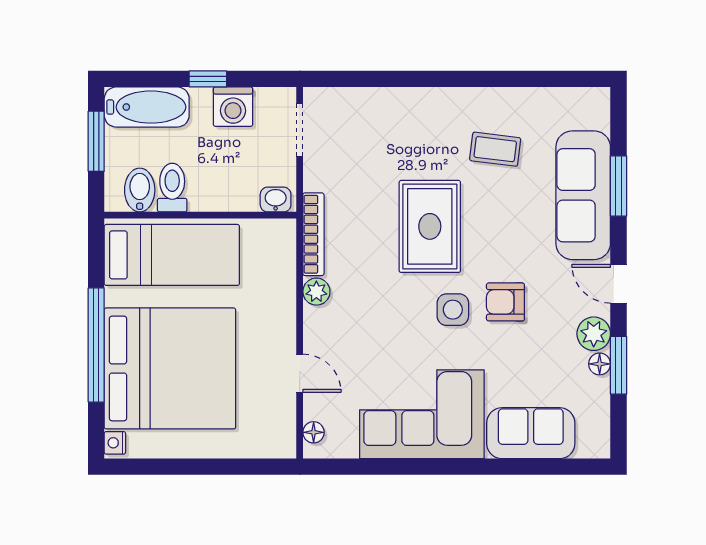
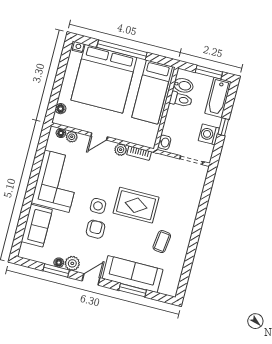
bookcase: (313, 234) -> (139, 153), width x0.64
door: (300, 373) -> (99, 137), moved
plant: (316, 406) -> (72, 137), added
floor lamp: (260, 447) -> (61, 109), added

